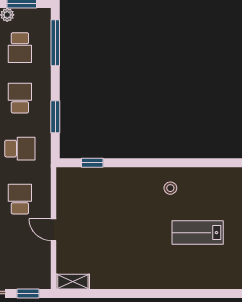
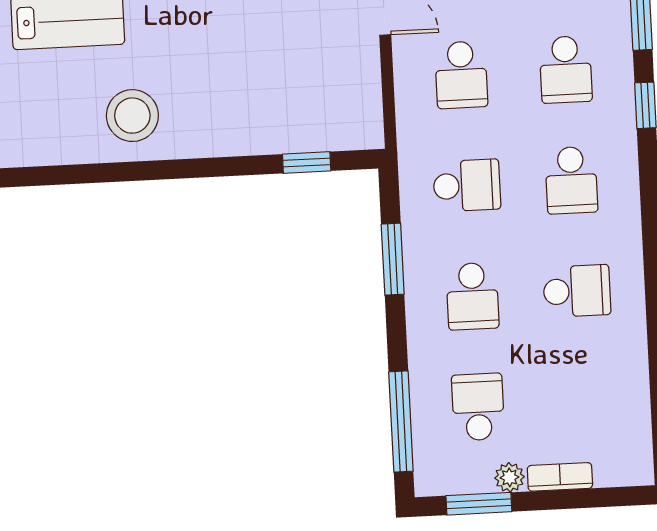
school desk: (20, 149) -> (467, 185), turned 180
stool: (170, 188) -> (132, 116), width x1.89, depth x1.89

